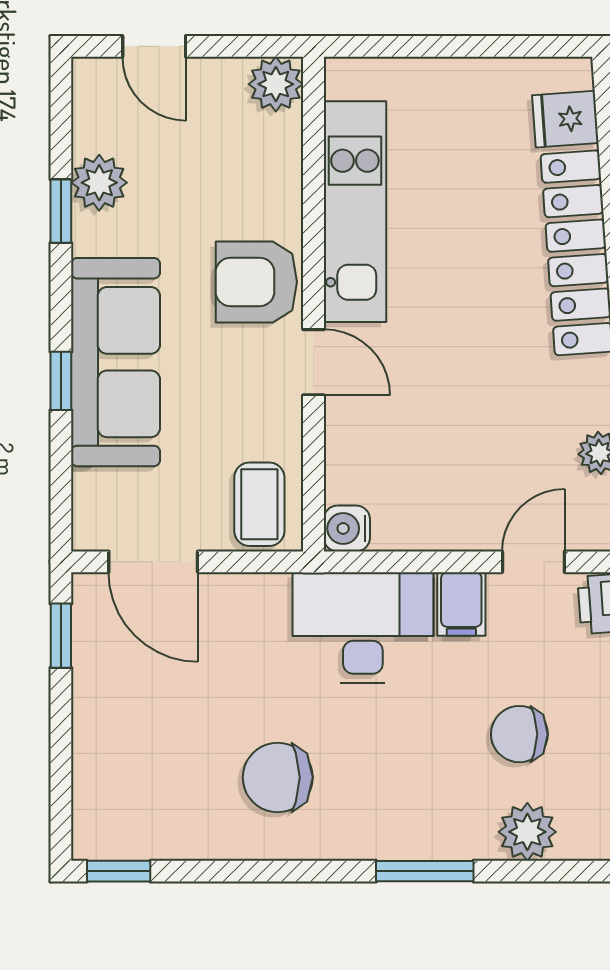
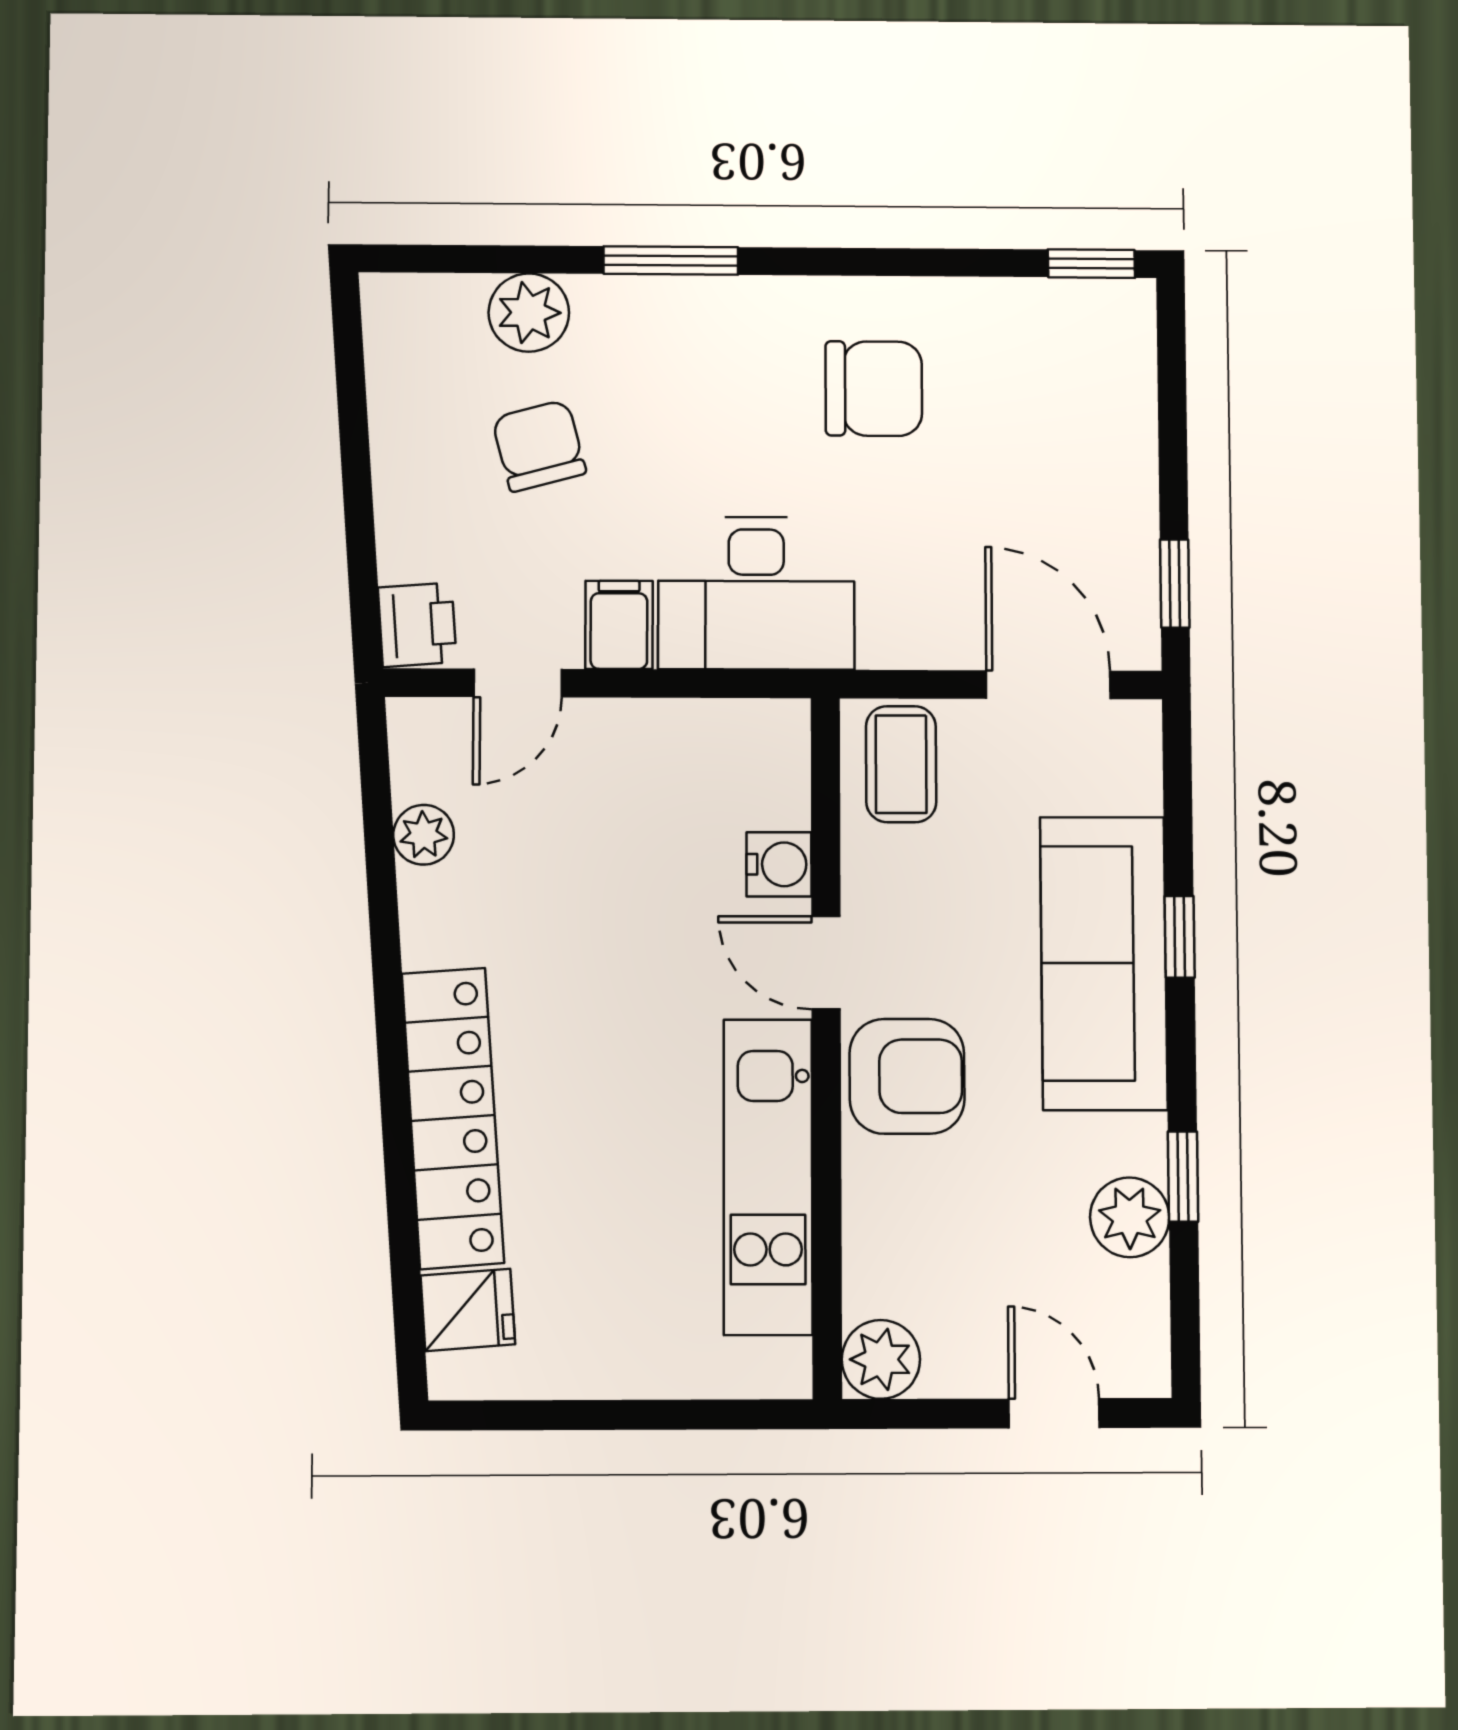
water cooler: (347, 528) -> (779, 864), moved
chair: (519, 734) -> (539, 446), turned -105

